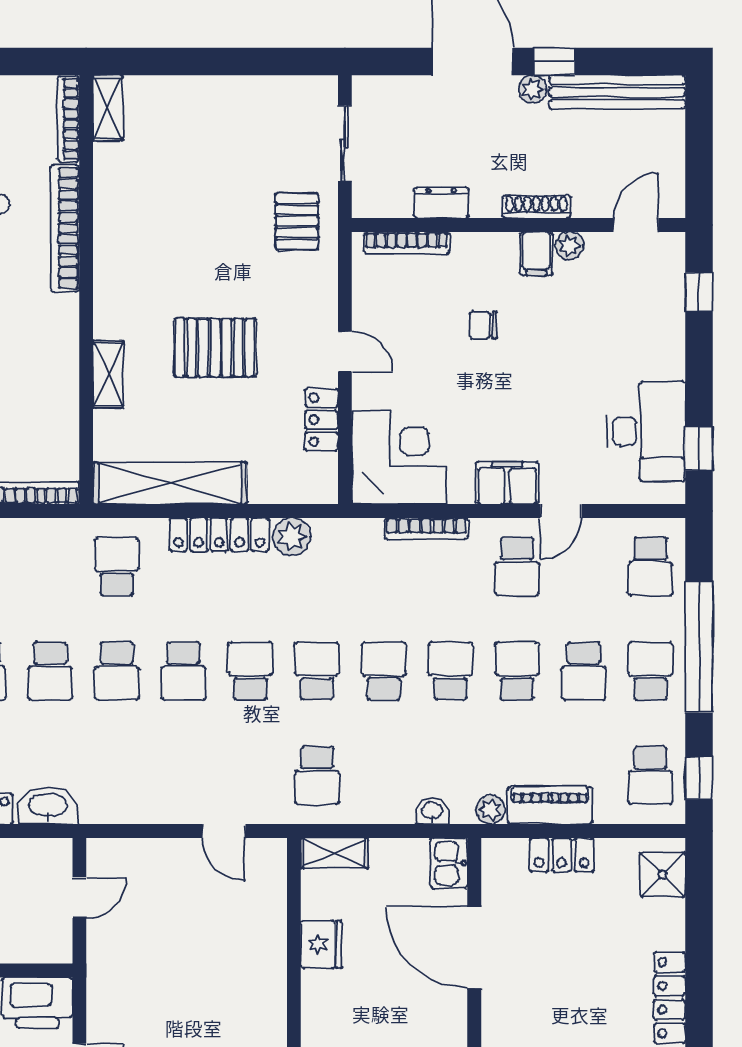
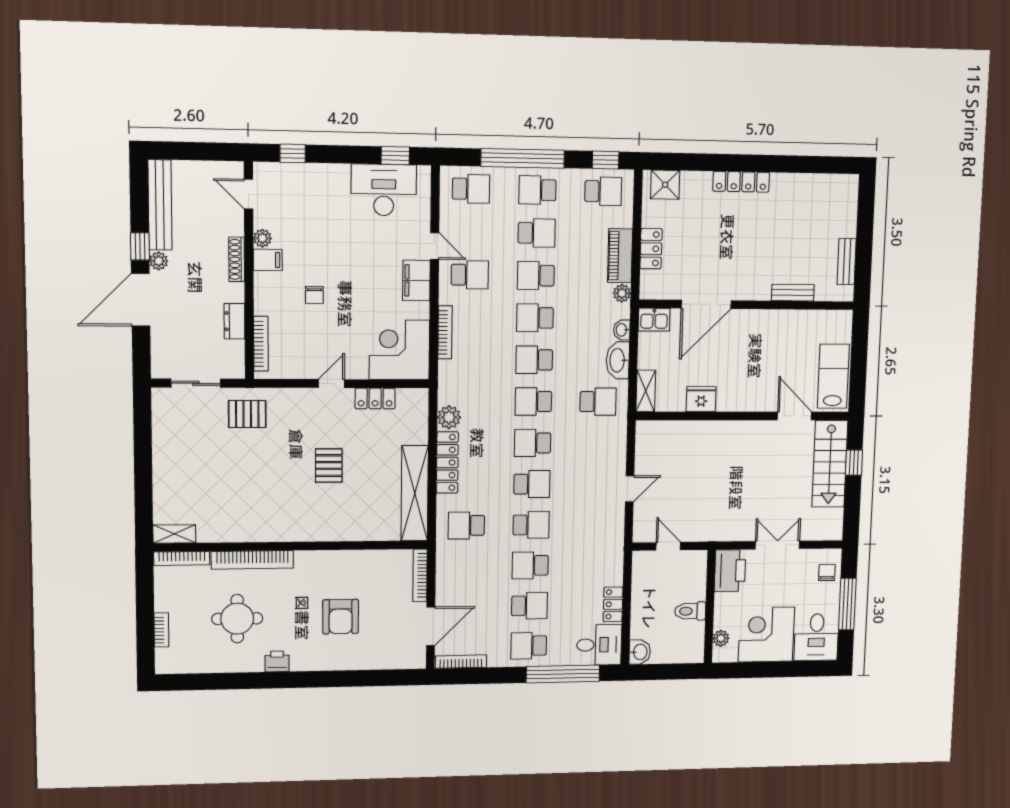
pallet: (215, 348) -> (329, 466), width x0.67, depth x0.71
shelving: (108, 374) -> (346, 532), removed
school desk: (50, 671) -> (530, 565), turned 180
washbasin: (48, 806) -> (618, 360), moved
door: (224, 831) -> (630, 489), moved

